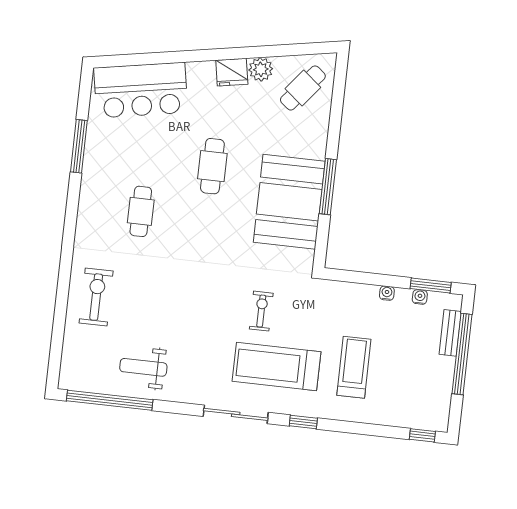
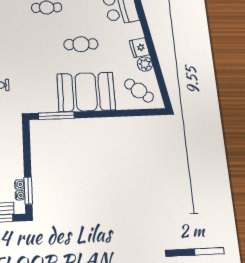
window: (328, 187) -> (56, 116), moved
booth: (289, 202) -> (86, 92), moved
water cooler: (387, 293) -> (20, 195), moved

